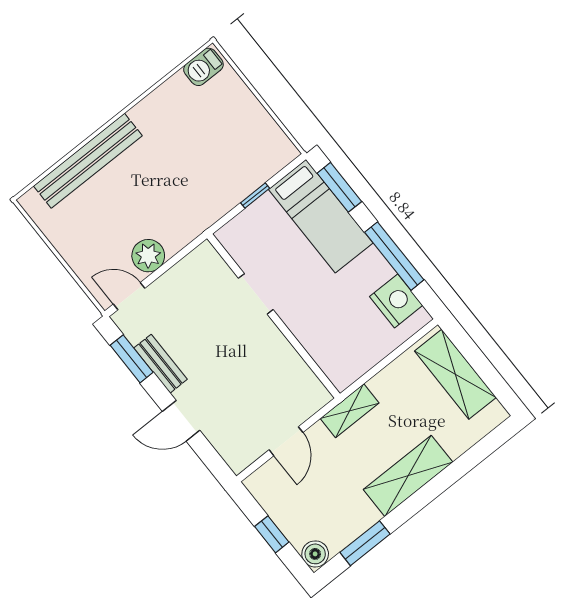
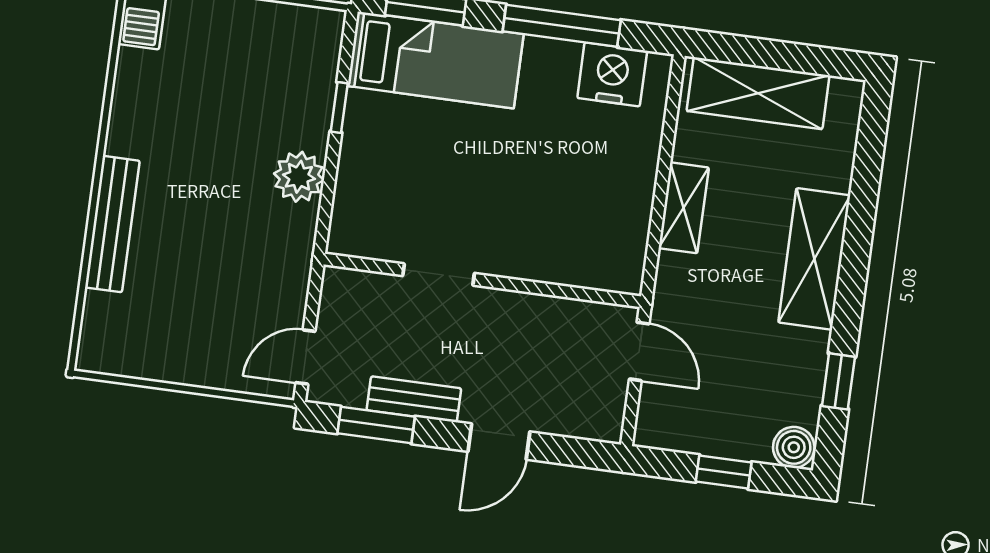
bench: (88, 161) -> (112, 224), width x0.73, depth x0.82
plant: (148, 256) -> (299, 177), moved
doorway: (256, 294) -> (439, 274), moved
wall: (273, 316) -> (482, 280), moved
shelving: (350, 411) -> (684, 208), moved
window: (365, 543) -> (838, 381), width x0.67

